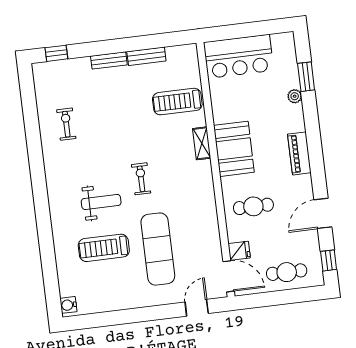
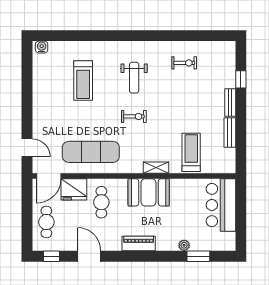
window: (56, 53) -> (241, 79), moved
weight bench: (101, 202) -> (134, 78), moved
treadmill: (104, 248) -> (83, 80), turned 180
exercise mat: (158, 249) -> (91, 152), moved
fridge: (239, 251) -> (74, 189), width x1.88, depth x1.34

